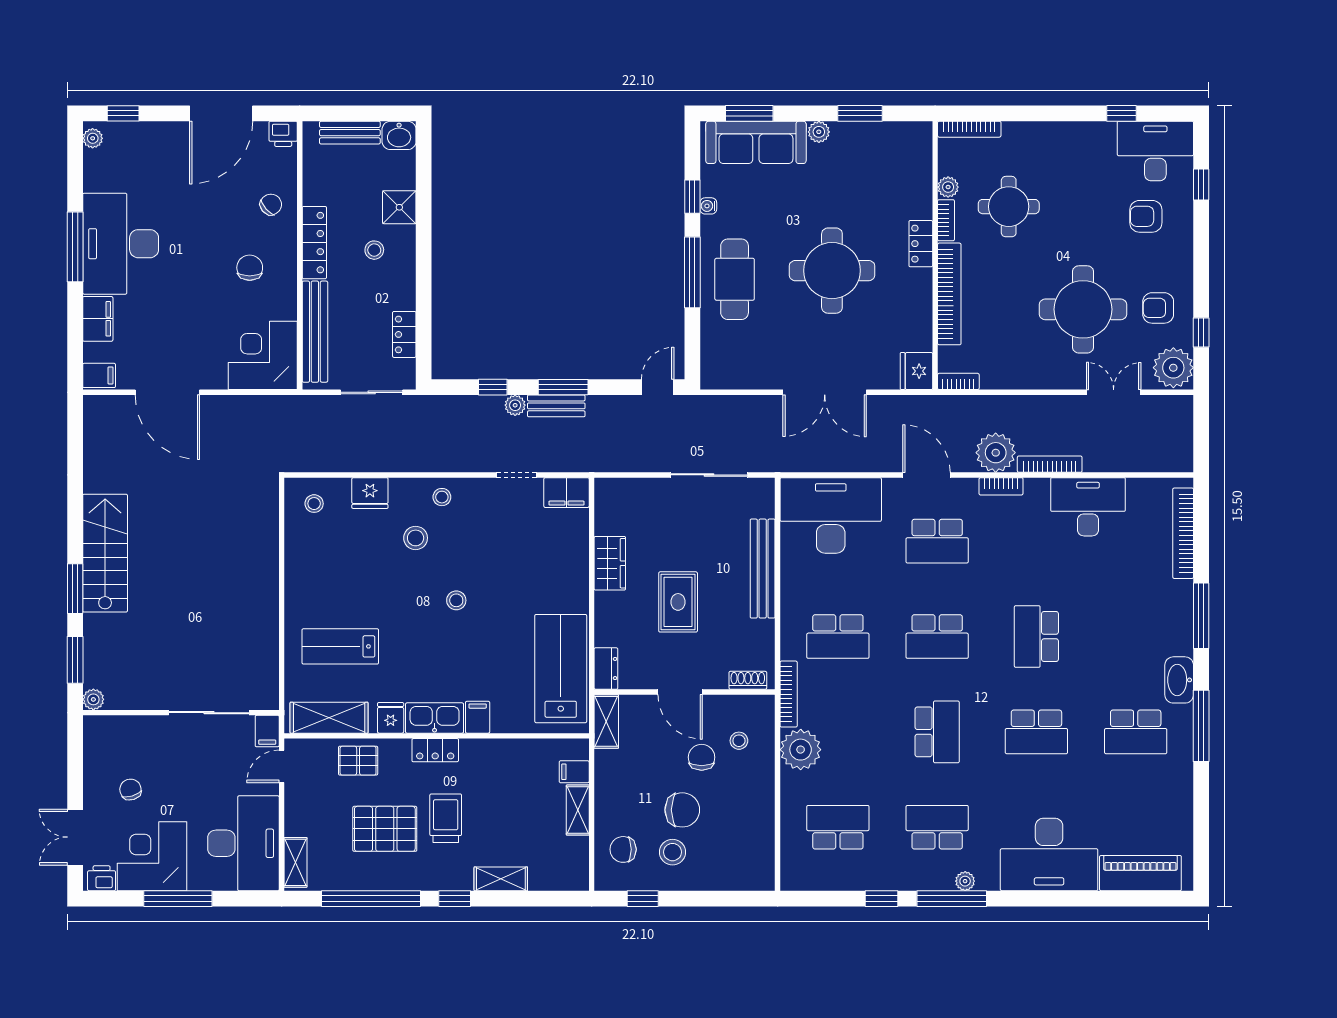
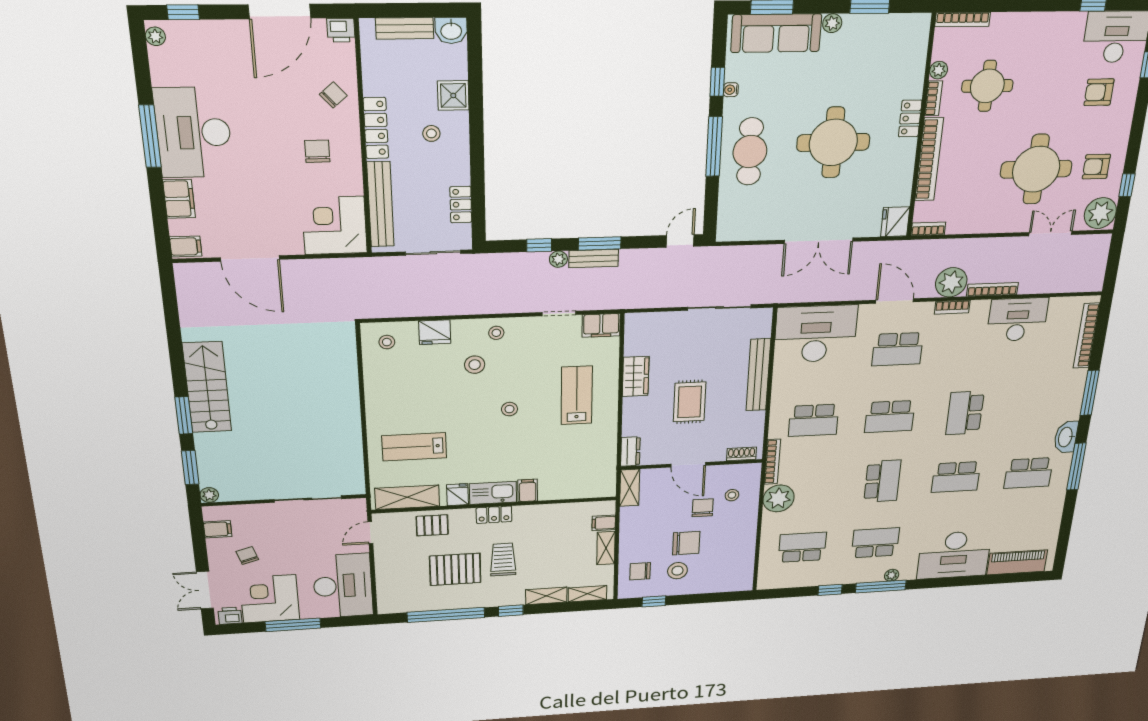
lab bench: (561, 669) -> (577, 395), moved, width x0.73, depth x0.72
filing cabinet: (267, 731) -> (218, 529), moved, turned -90
shelving: (296, 862) -> (587, 594), moved, turned 90

